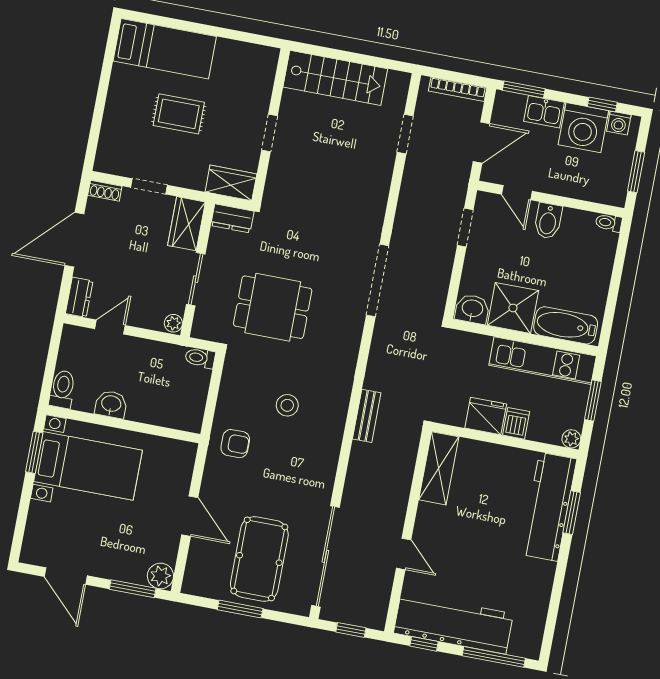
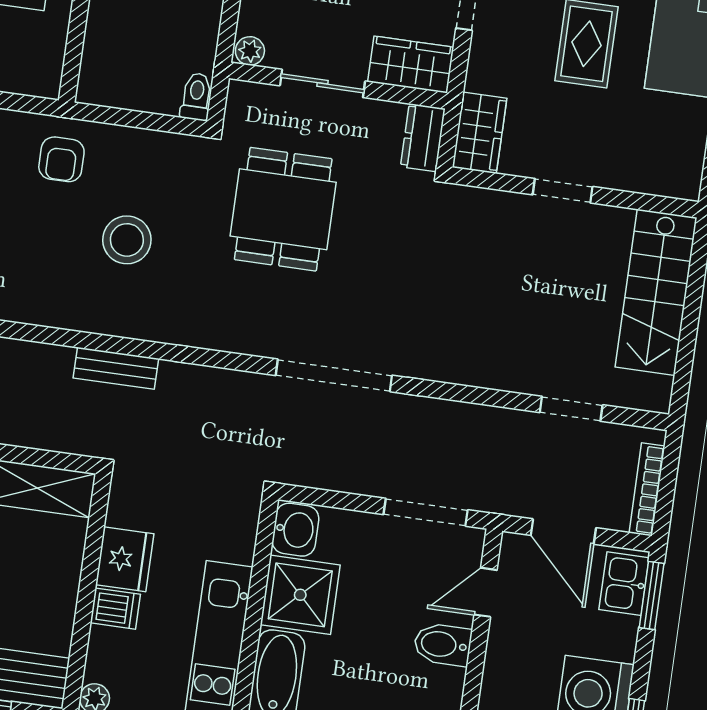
kitchen sink: (544, 112) -> (624, 584), moved
doorway: (465, 228) -> (426, 512), width x1.38
stool: (287, 405) -> (127, 240), width x1.38, depth x1.38

